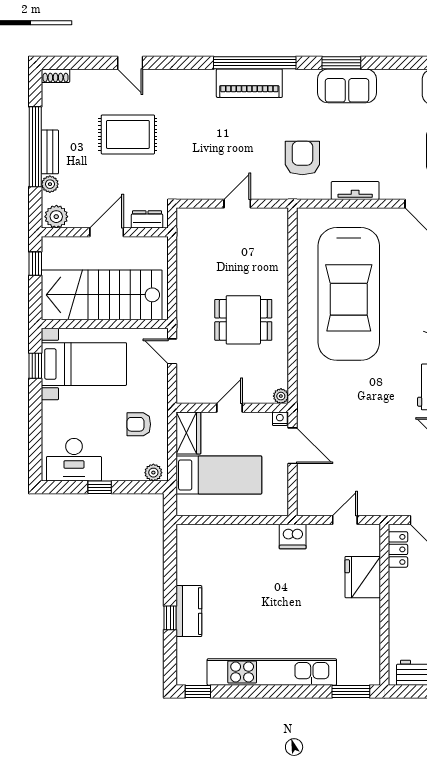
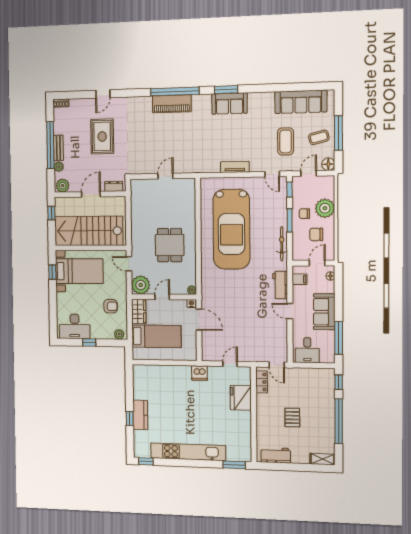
door: (130, 63) -> (103, 94), hinge flipped
rug: (128, 134) -> (102, 136), turned 90
armchair: (302, 158) -> (203, 148), removed
dining table: (243, 320) -> (170, 245), turned 90
plant: (192, 388) -> (141, 285), added
armchair: (139, 424) -> (111, 306), turned 180

